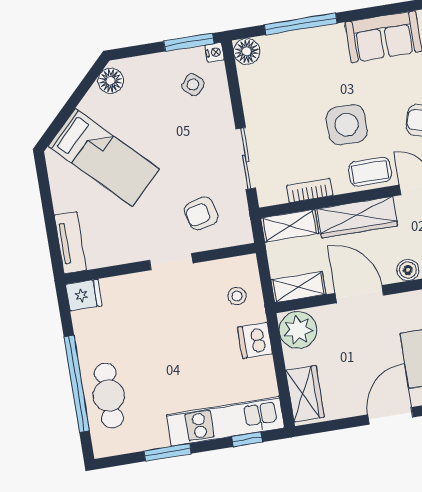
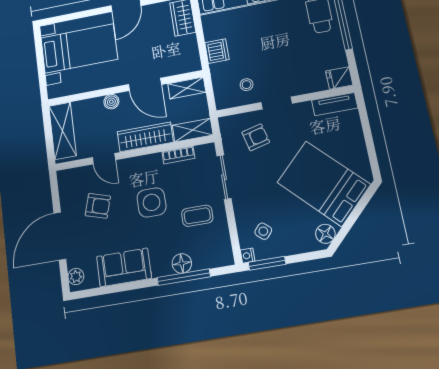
floor lamp: (247, 51) -> (182, 263), moved
bed: (104, 157) -> (324, 183), width x1.50
coffee table: (370, 172) -> (197, 216), moved
tv unit: (70, 243) -> (335, 104), moved, turned -90
stool: (237, 296) -> (247, 85), moved
plant: (298, 330) -> (187, 59), removed

